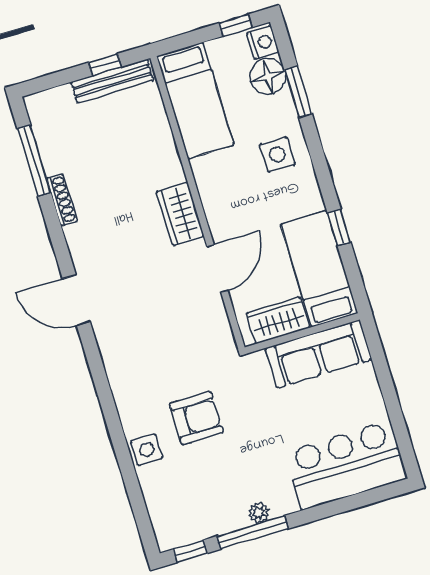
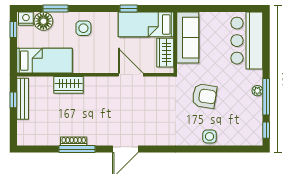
window: (34, 161) -> (77, 149), moved
wardrobe: (180, 214) -> (69, 85), moved
armchair: (196, 418) -> (204, 96), moved, turned 99

